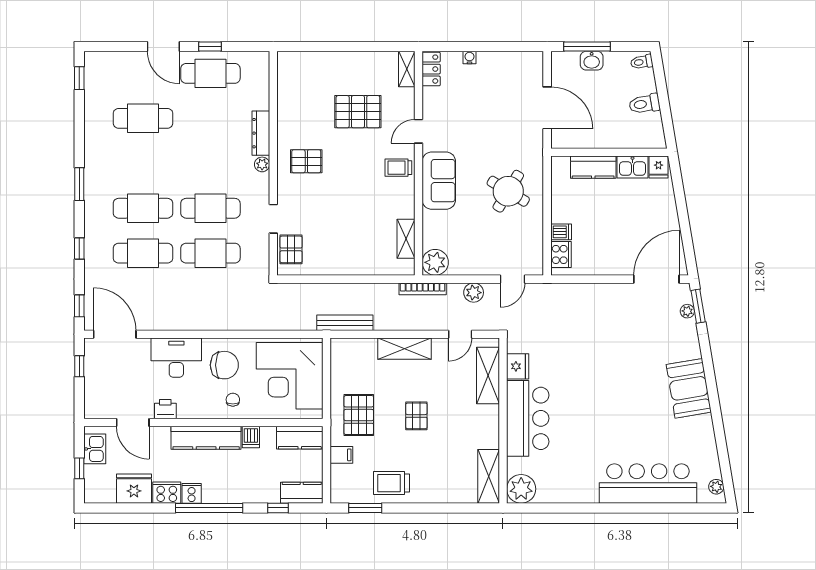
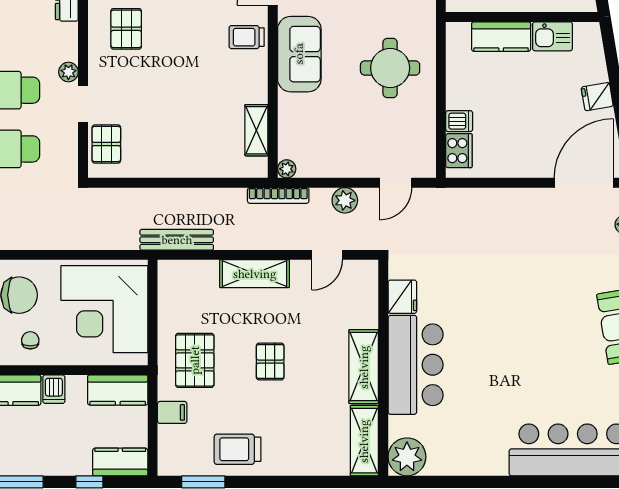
pallet: (306, 161) -> (126, 29), turned 90
plant: (262, 164) -> (68, 72), moved
fridge: (658, 167) -> (597, 97), moved, turned 80
round table: (508, 191) -> (390, 68), turned -31
plant: (435, 262) -> (287, 169), width x0.53, depth x0.53
shelving: (488, 375) -> (364, 367), moved

